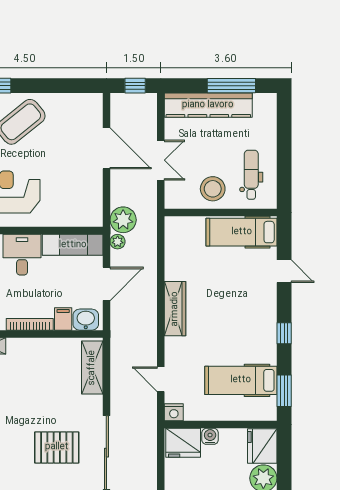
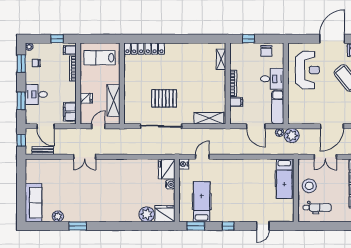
hospital bed: (242, 232) -> (284, 179), moved, turned 180
wardrobe: (175, 309) -> (242, 165), removed
washbasin: (86, 320) -> (236, 115), removed
pallet: (57, 447) -> (164, 98), turned 90

